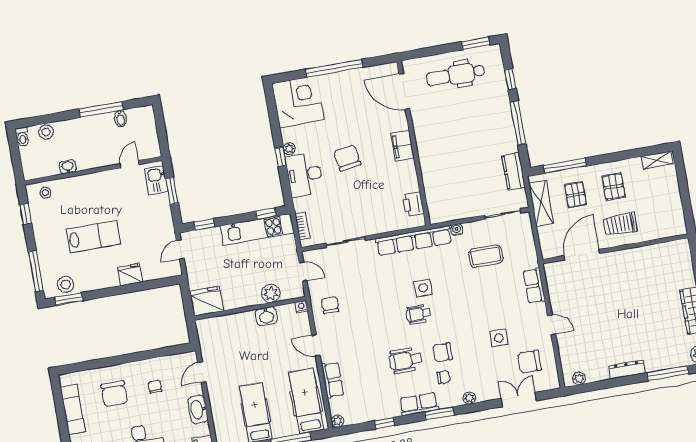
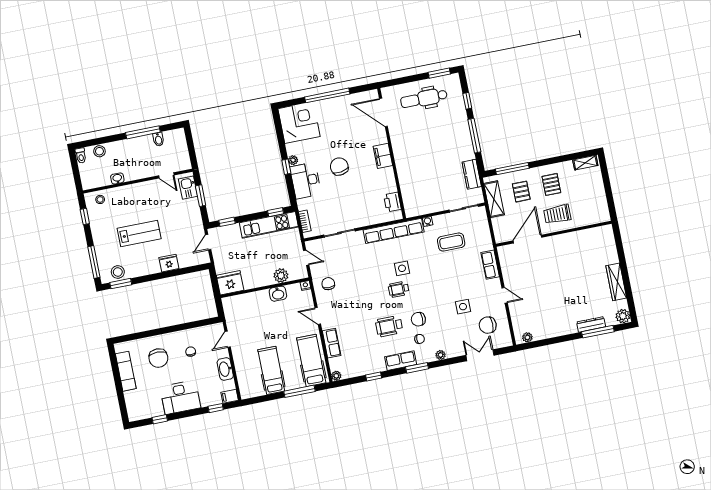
door: (129, 164) -> (166, 175), swing flipped
dresser: (627, 370) -> (591, 324), moved

